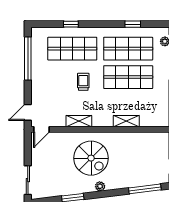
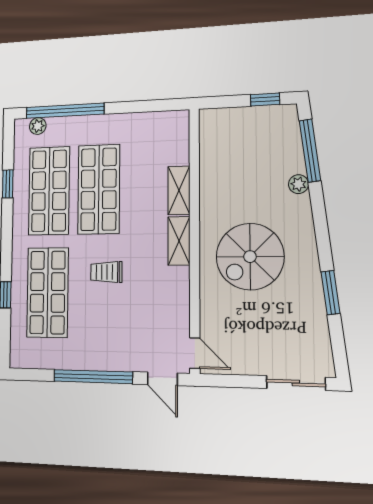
window: (28, 59) -> (93, 377), moved
shelving: (79, 121) -> (179, 241), moved
spiral stairs: (91, 158) -> (250, 257), turned 180
plant: (100, 186) -> (298, 184), moved

